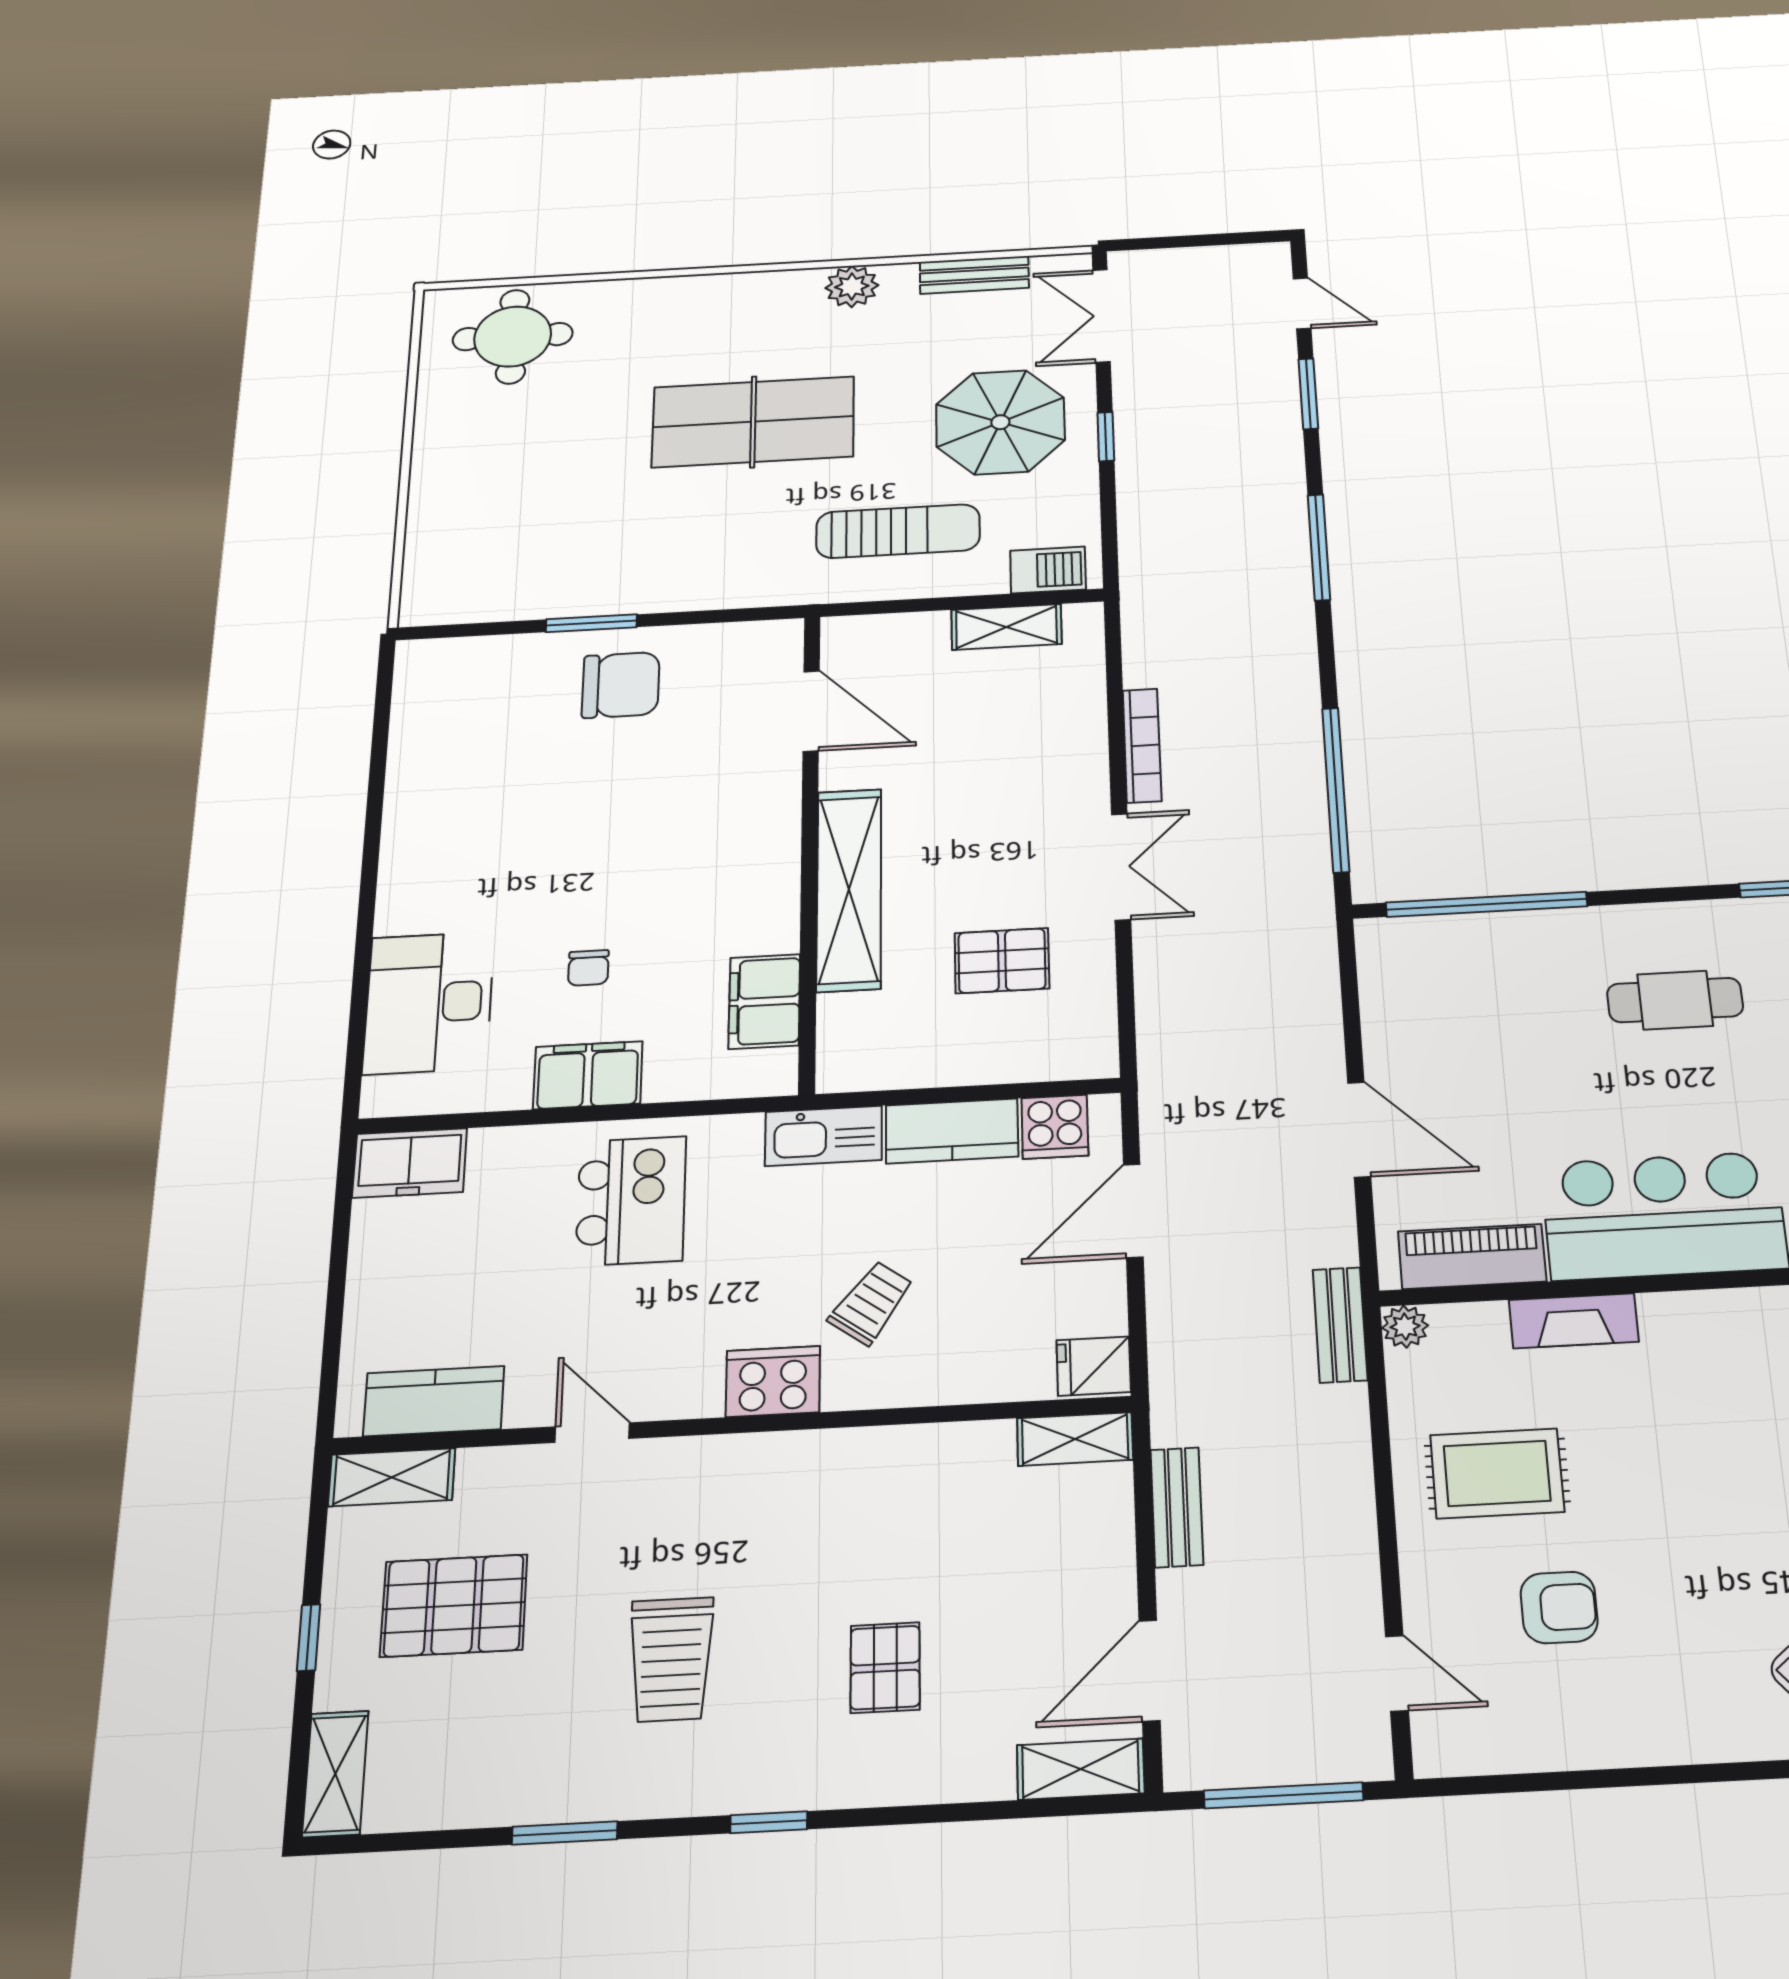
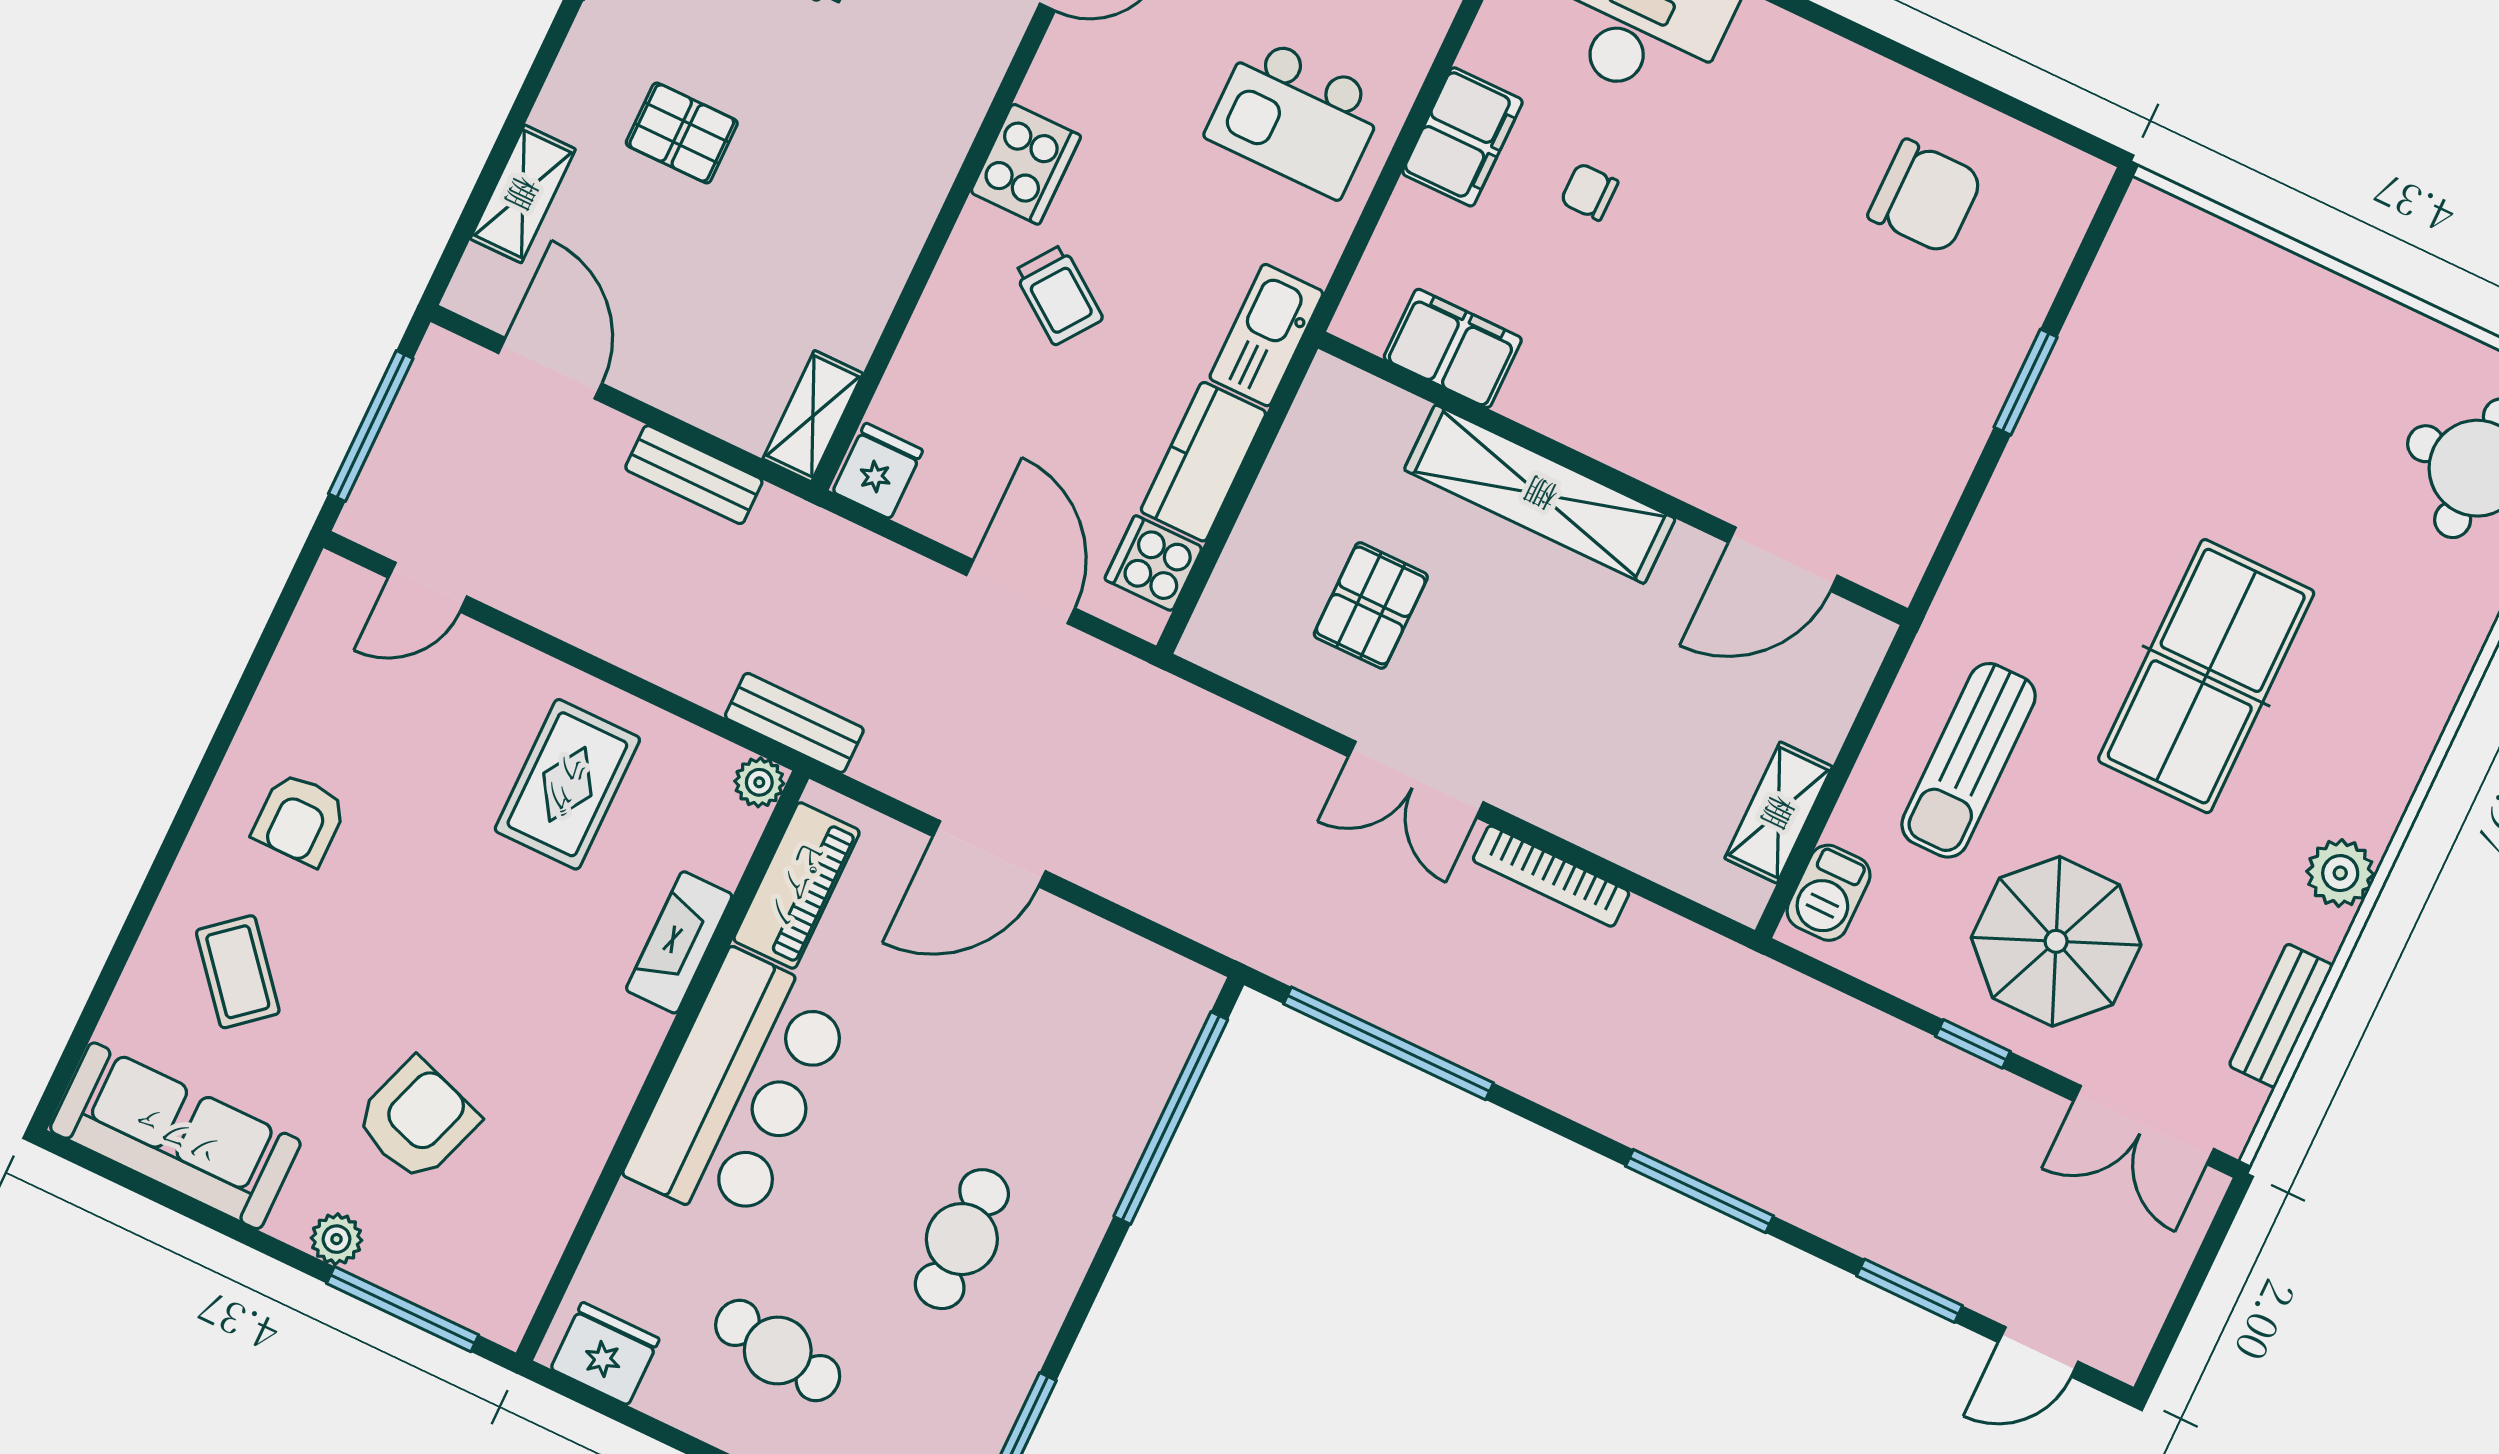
double door: (1101, 316) -> (2144, 1125), swing flipped
chair: (621, 685) -> (1925, 197), moved, turned -90
armchair: (1559, 1607) -> (300, 819), moved
shelving: (1081, 1769) -> (523, 194), moved

